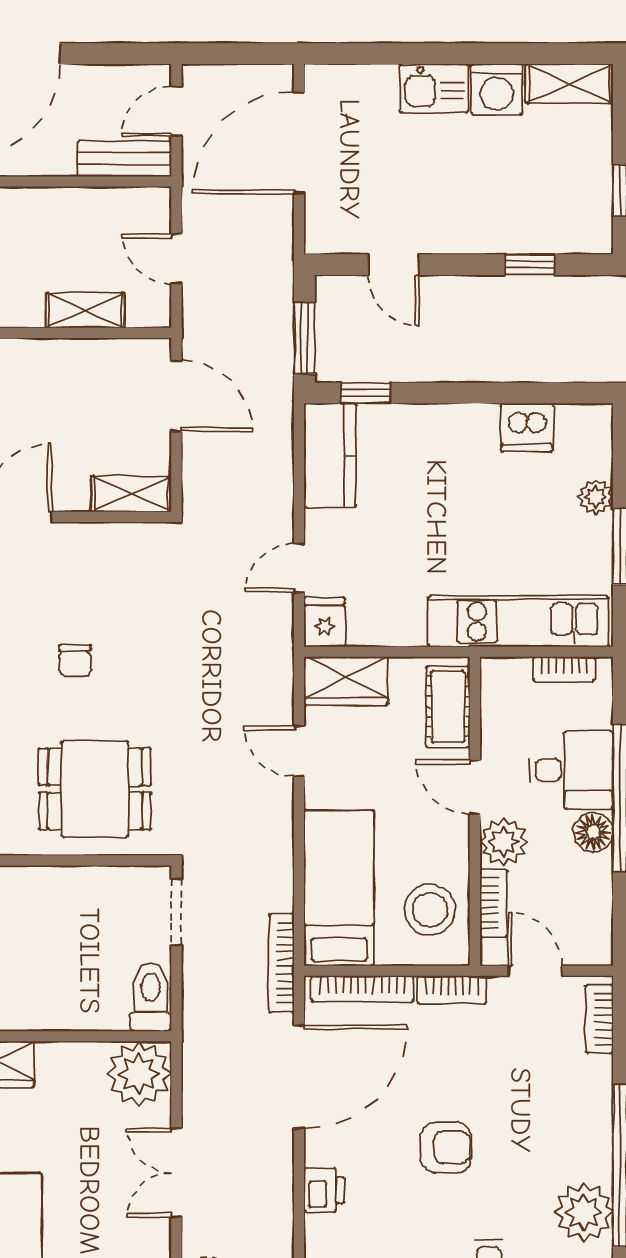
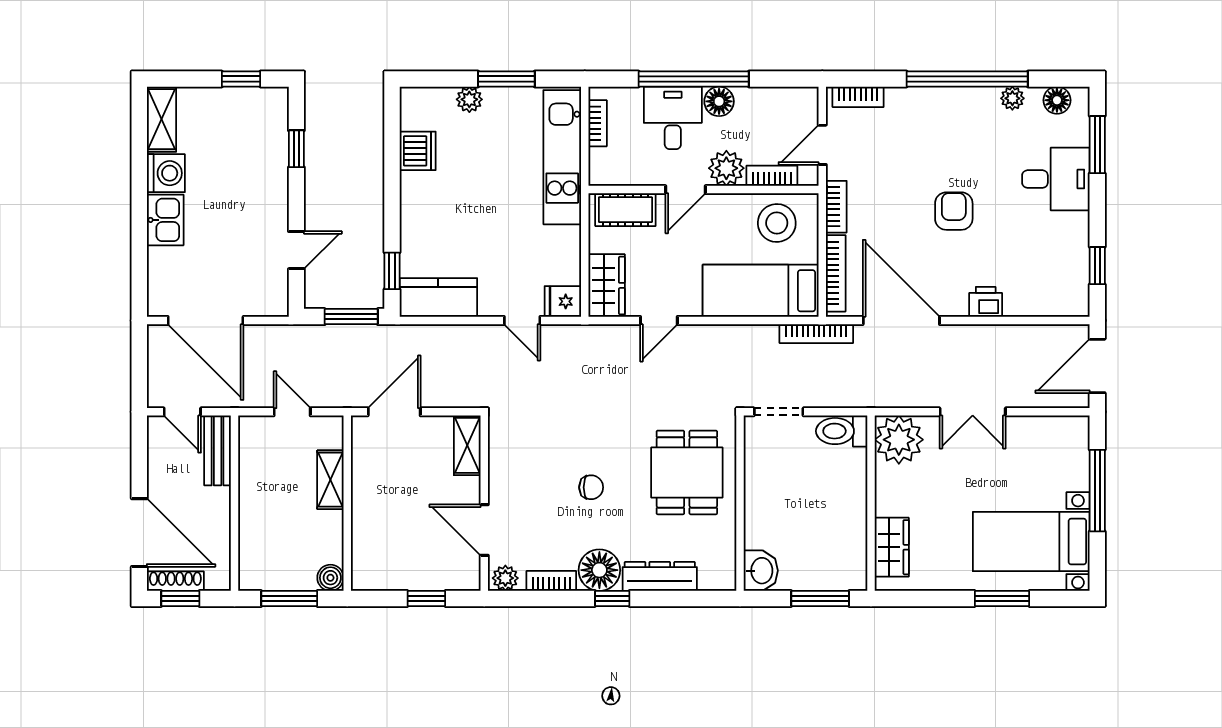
door: (176, 259) -> (292, 412), swing flipped
plant: (584, 1212) -> (1012, 98), width x0.53, depth x0.53

